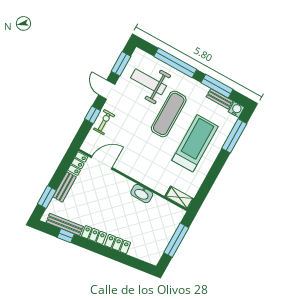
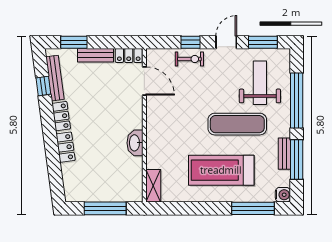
bench: (220, 99) -> (284, 154), moved
treadmill: (195, 143) -> (221, 170), turned 180

